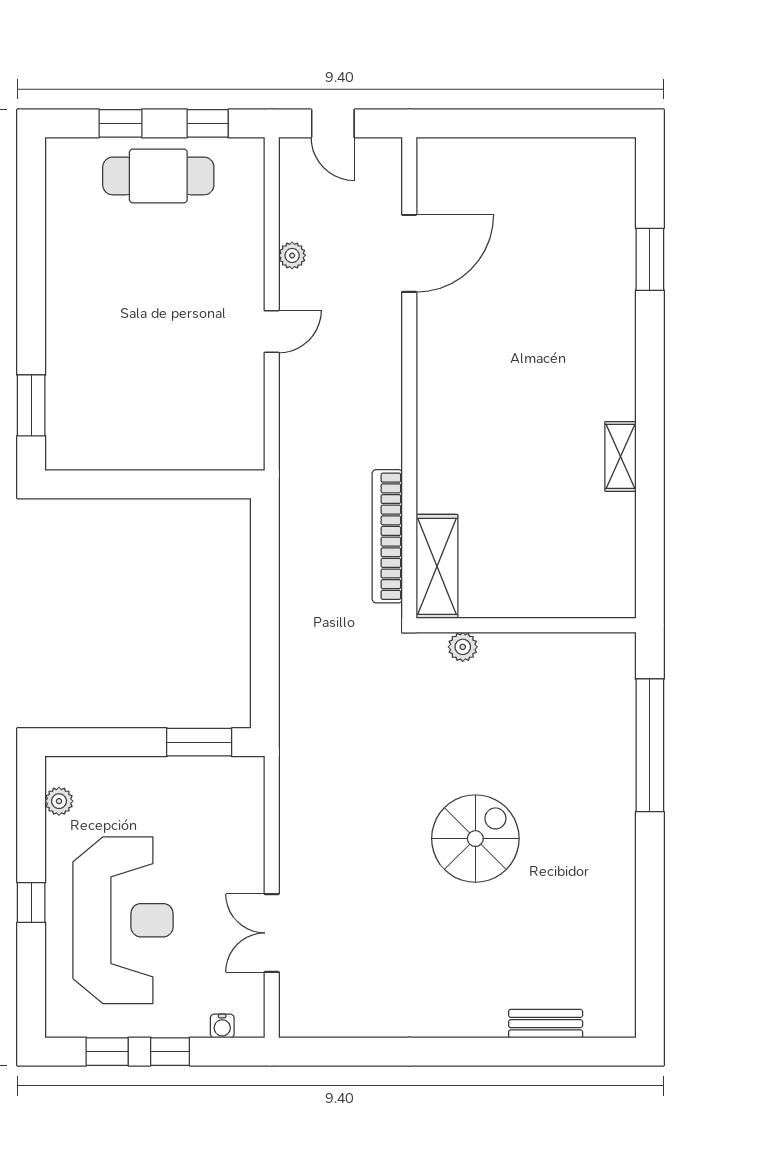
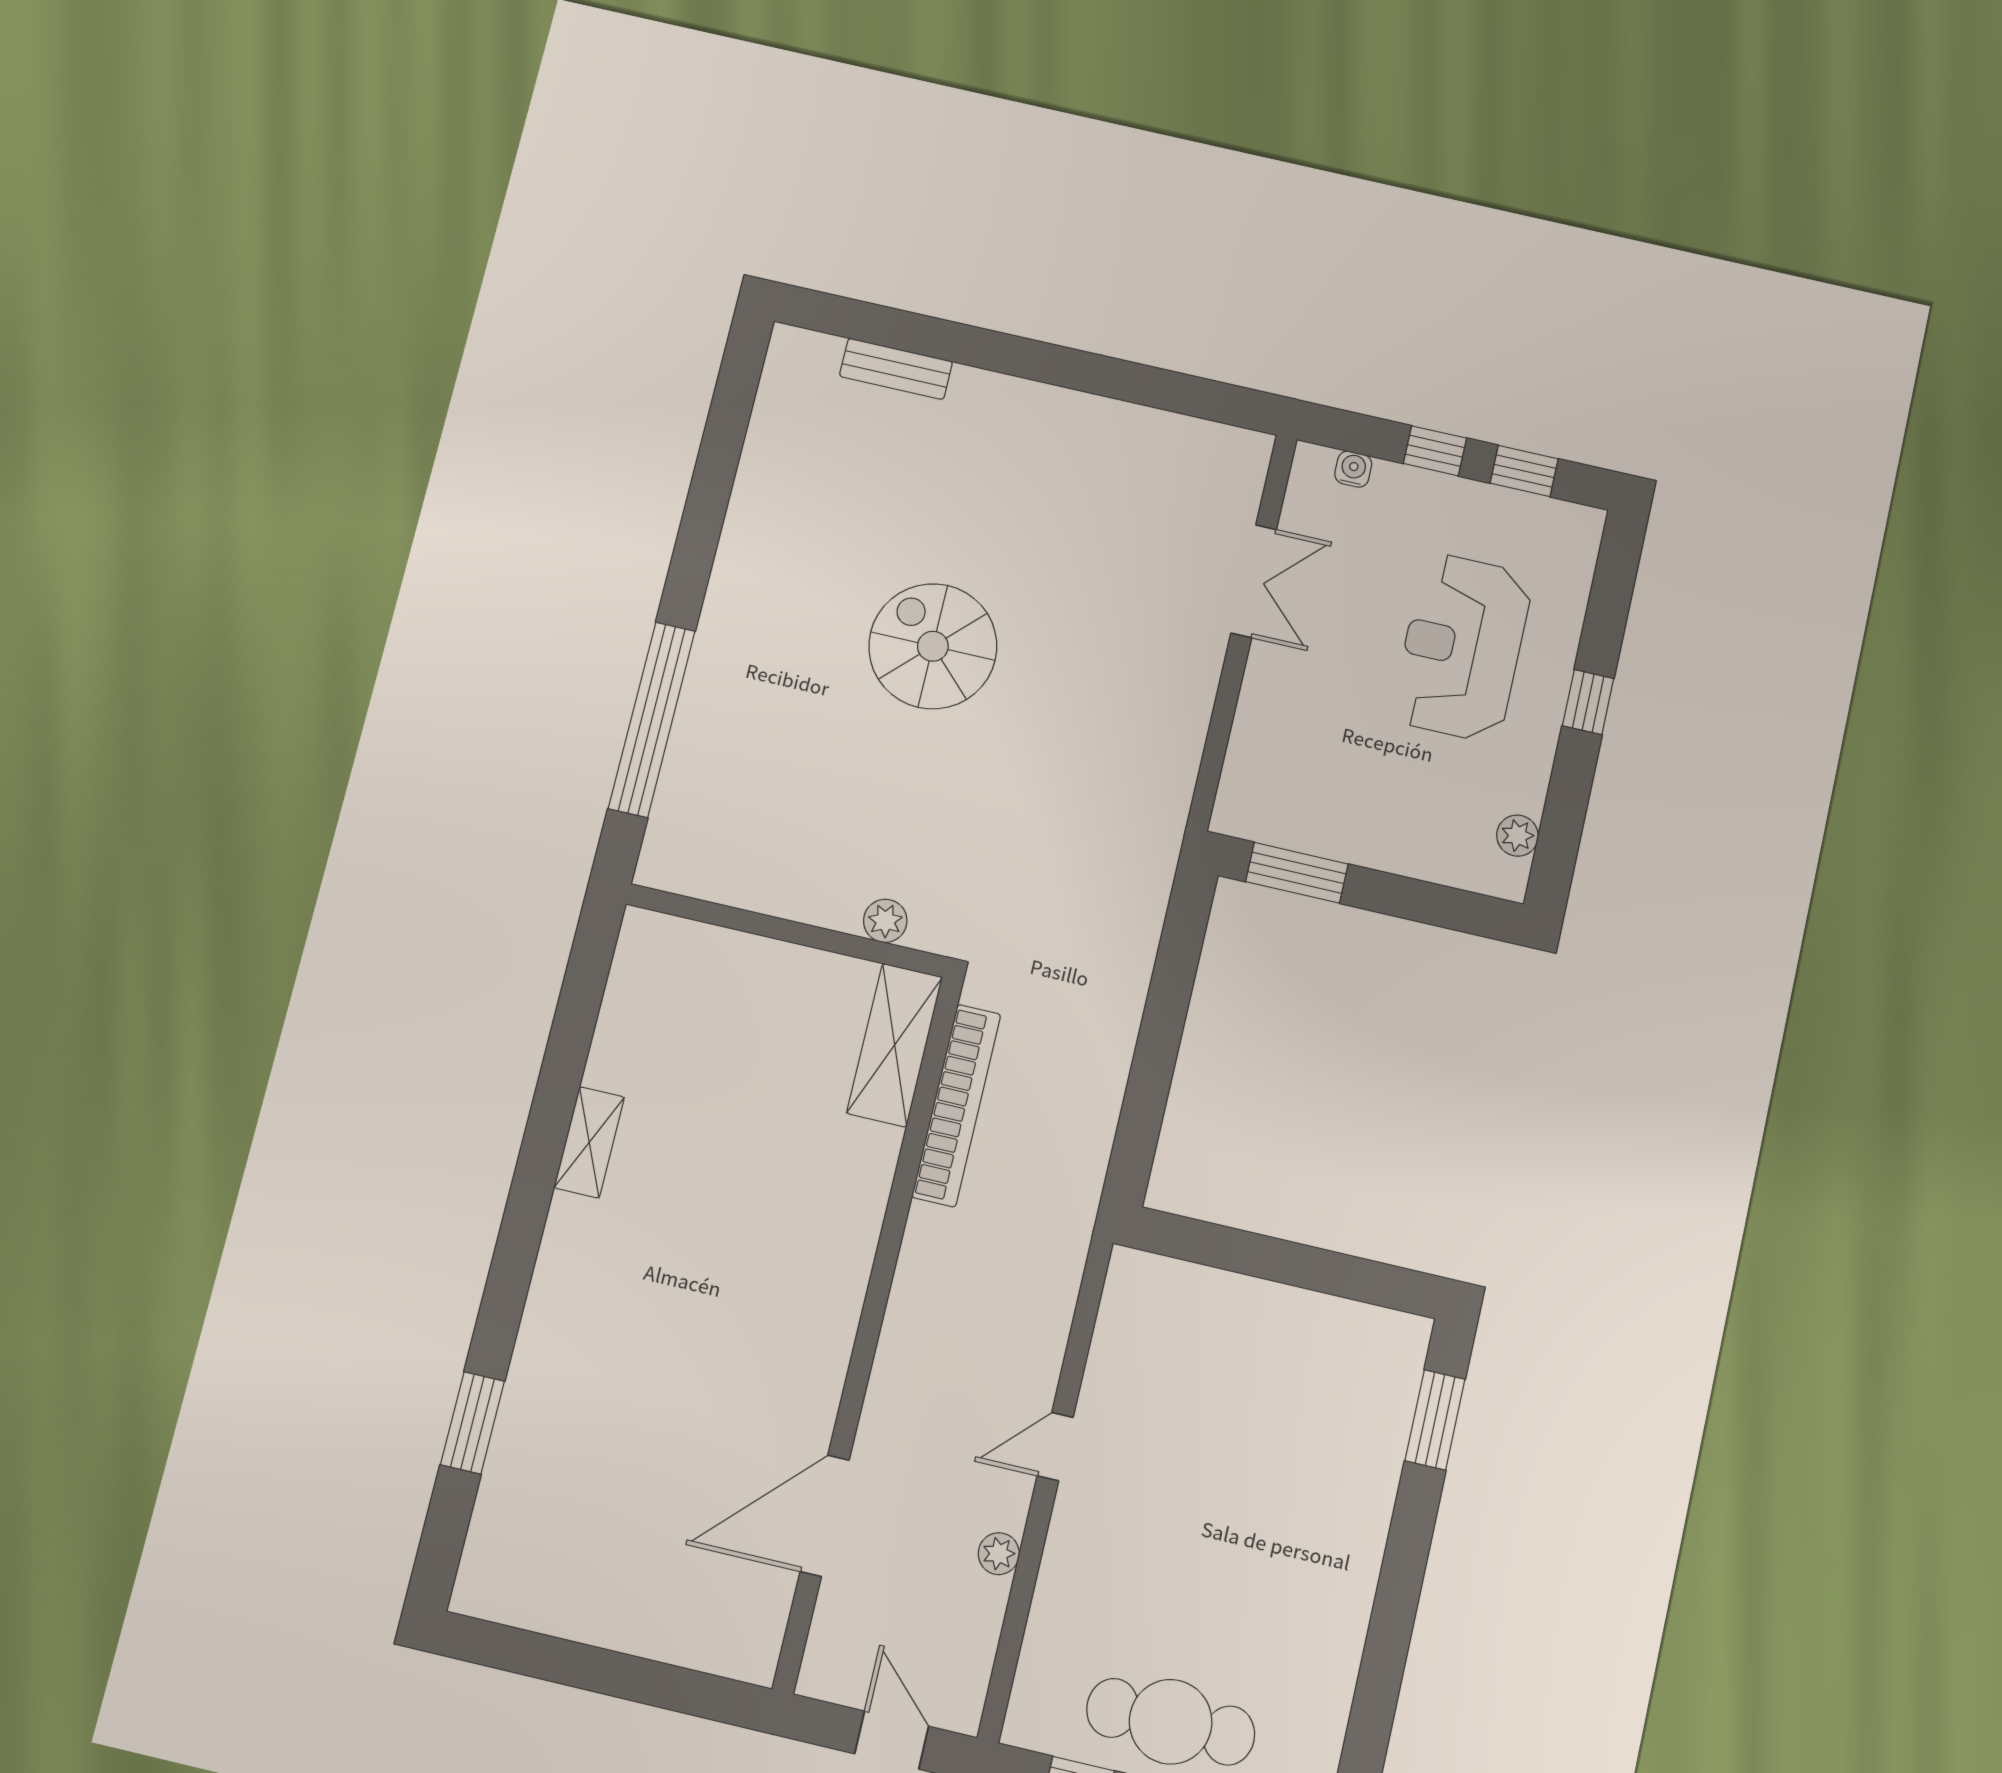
spiral stairs: (475, 839) -> (933, 646), turned 90
reception desk: (123, 920) -> (1462, 647), width x0.74, depth x0.77

